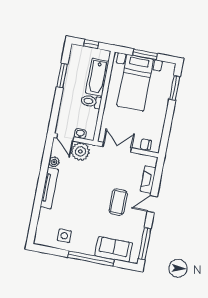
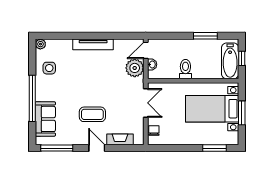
bathtub: (97, 77) -> (230, 61), moved, turned -90
plant: (54, 162) -> (40, 44), moved

